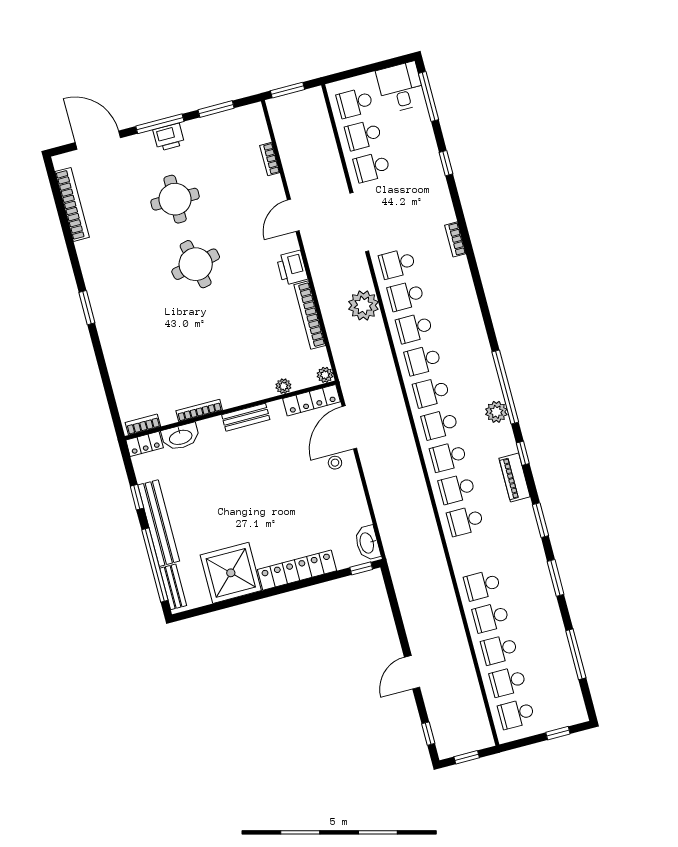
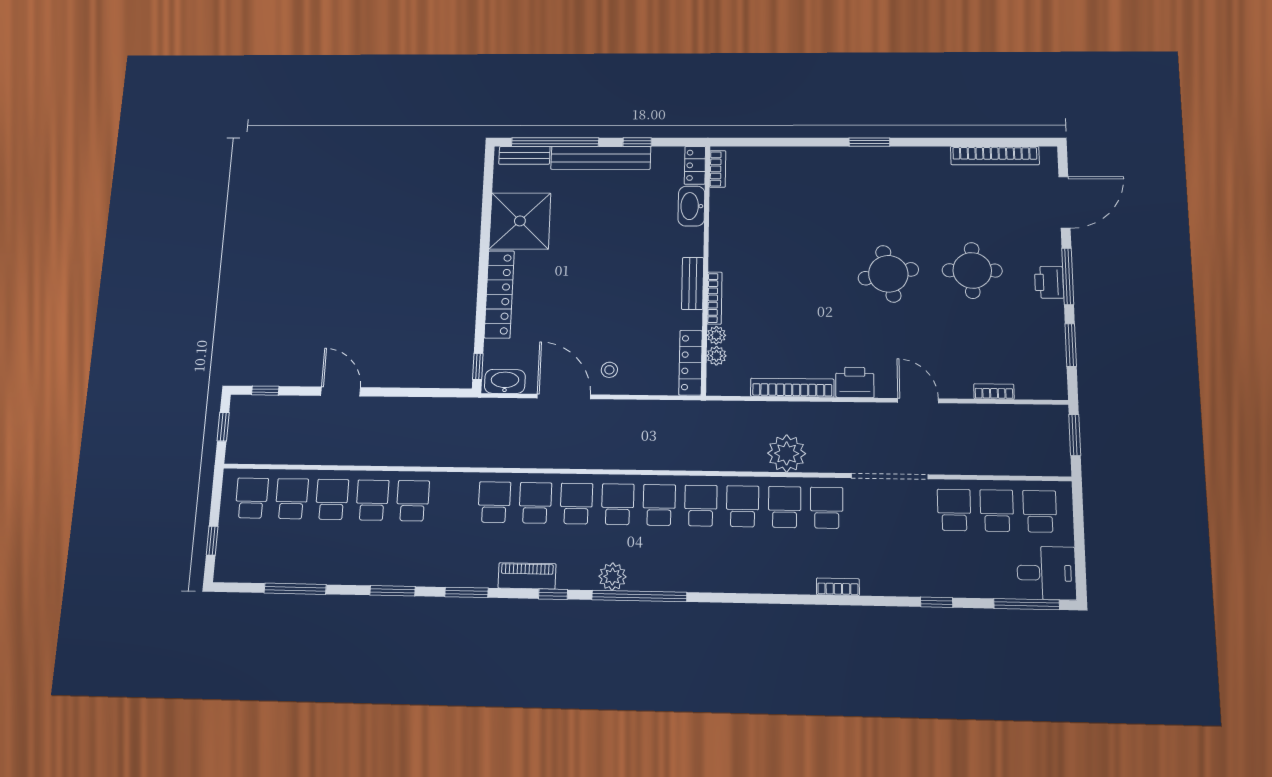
plant: (325, 375) -> (716, 356), moved
bookcase: (199, 411) -> (715, 298), moved
door: (349, 427) -> (564, 396), moved

